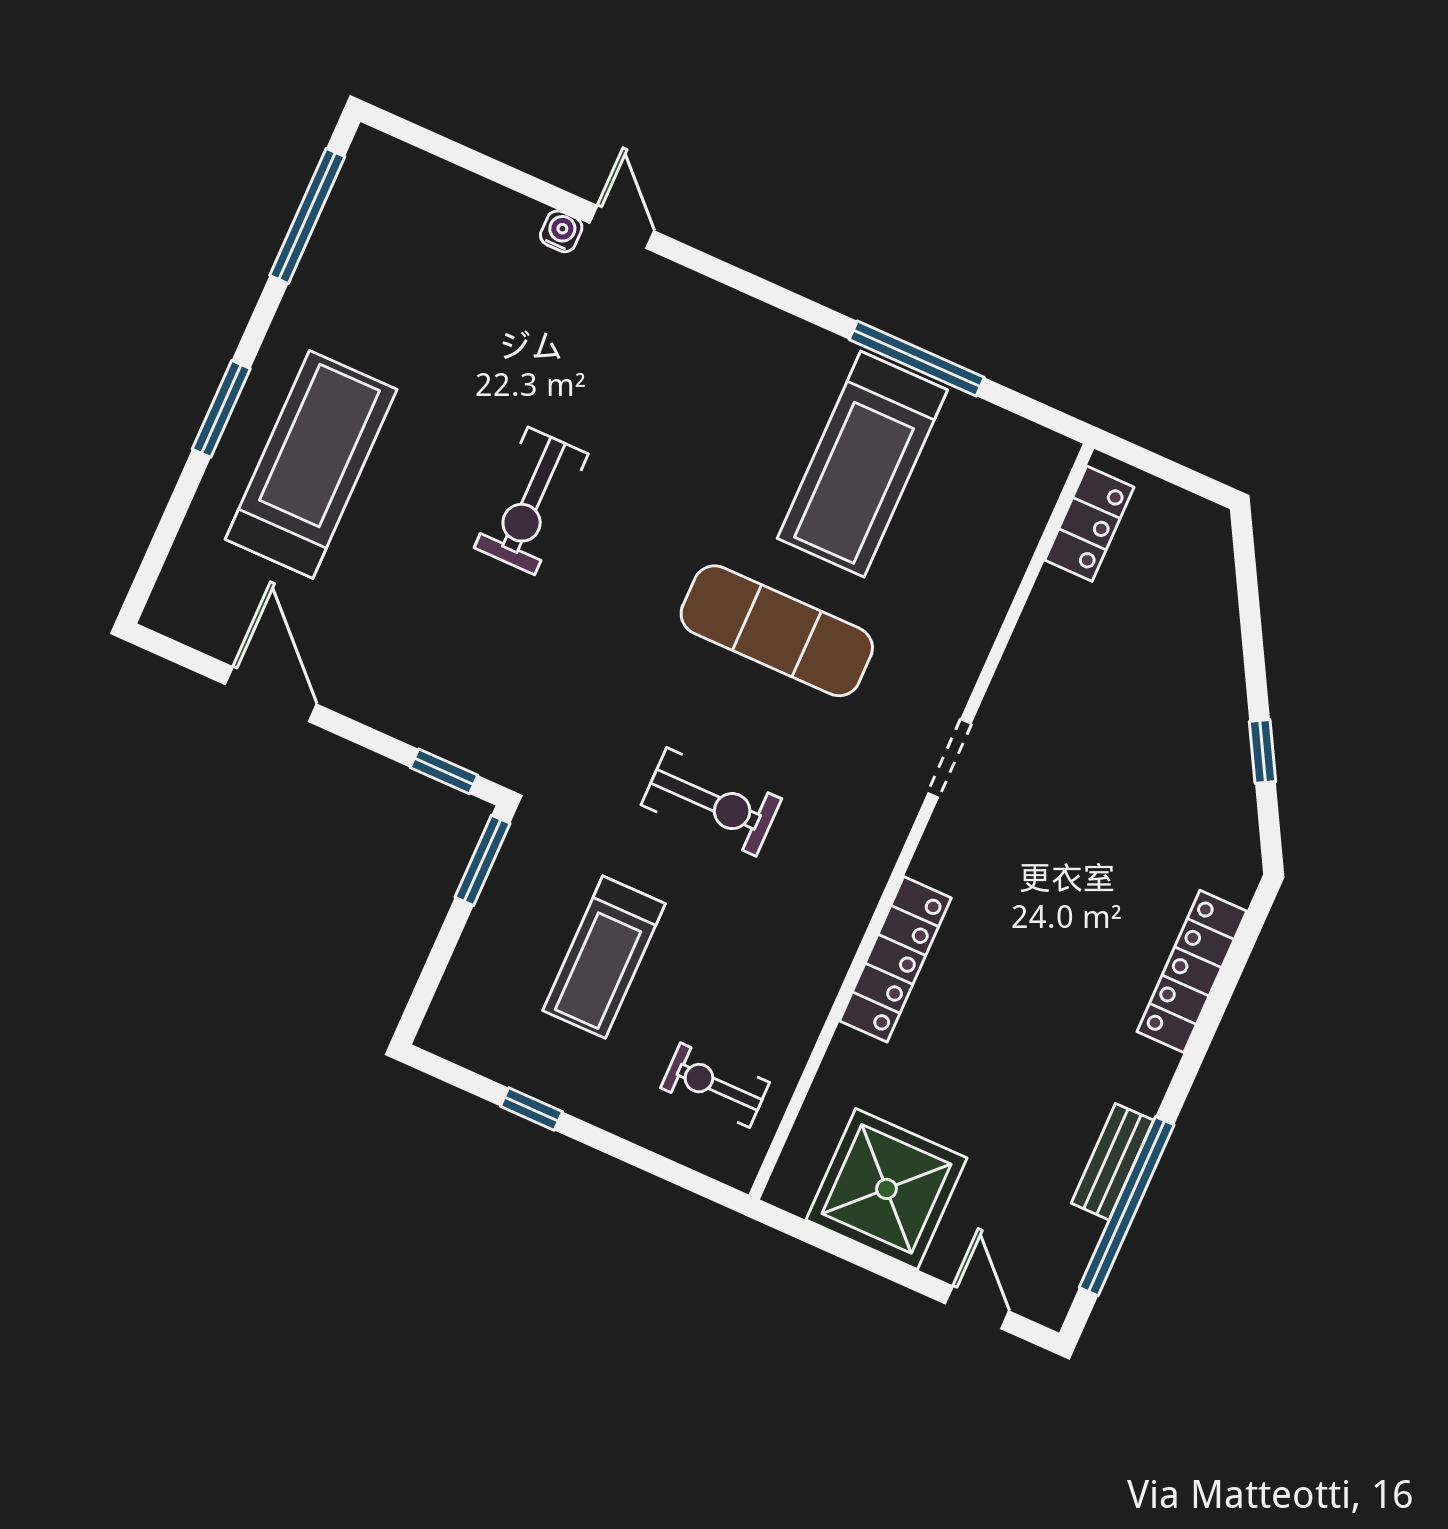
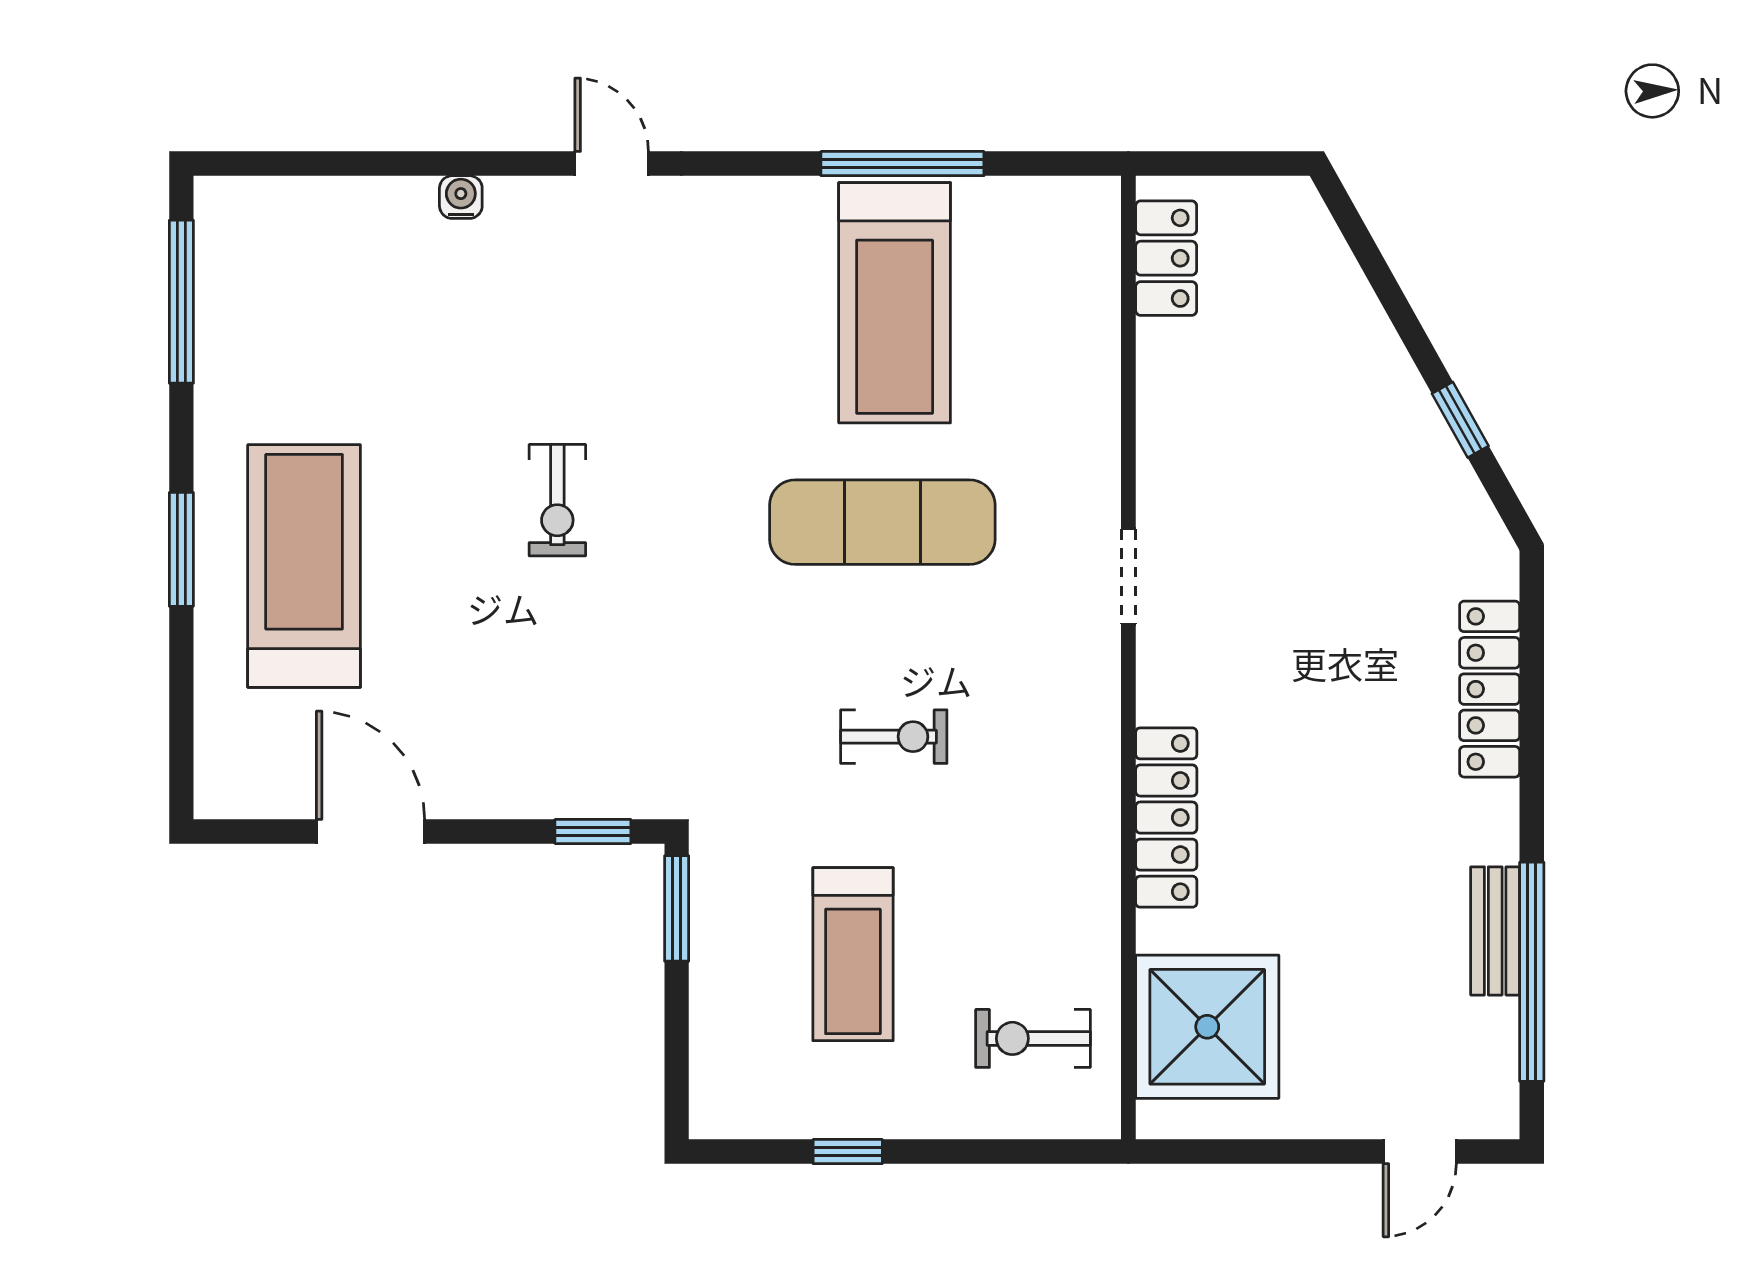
door: (622, 227) -> (612, 164), moved
exercise bike: (531, 501) -> (557, 500), width x0.73, depth x0.72
exercise bike: (711, 802) -> (894, 737), width x0.73, depth x0.72
shower: (886, 1189) -> (1207, 1027), moved
door: (977, 1307) -> (1420, 1152), swing flipped

